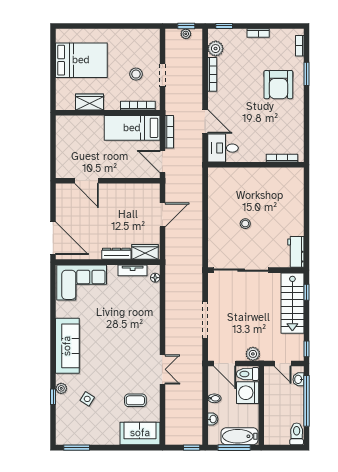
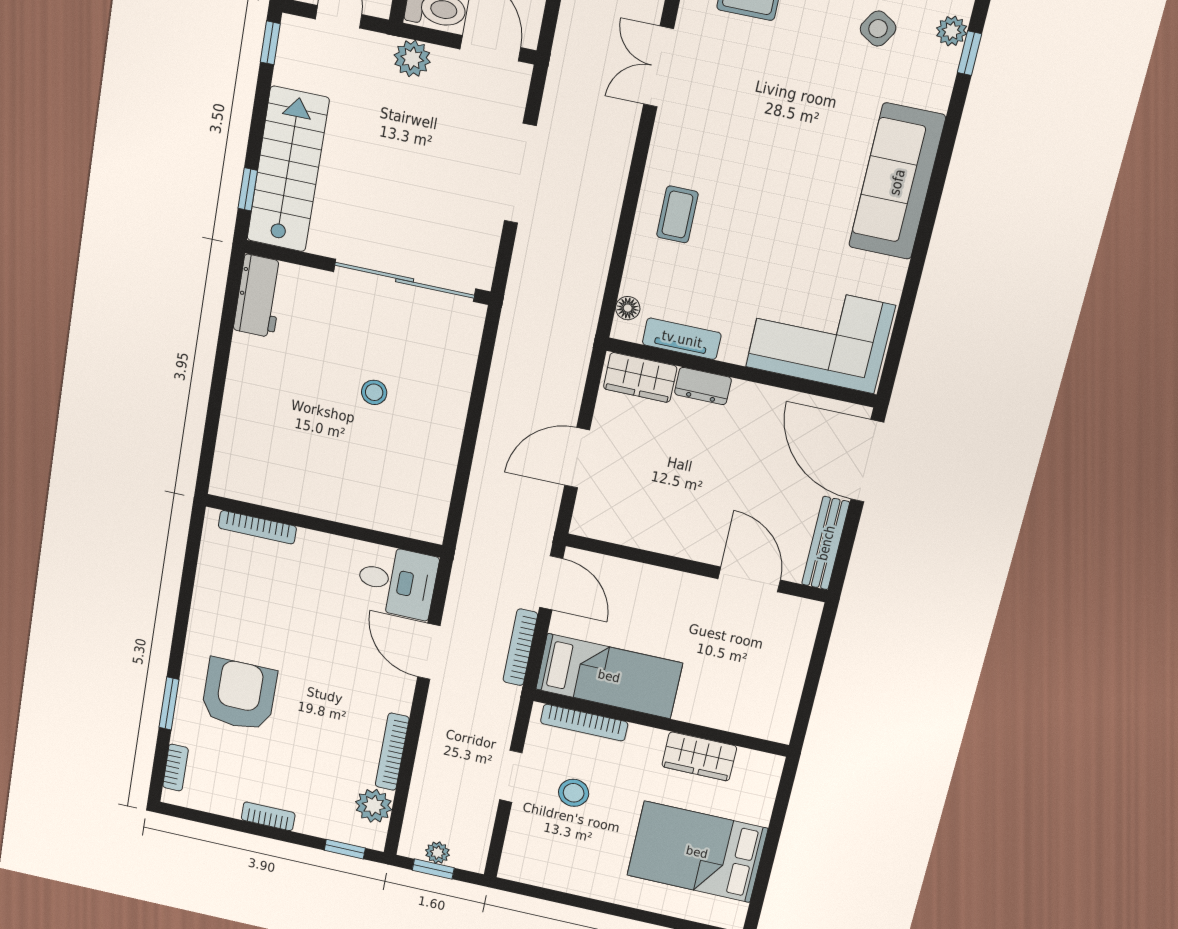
bench: (61, 202) -> (826, 543), added
dresser: (116, 254) -> (703, 386), width x0.70
coffee table: (144, 317) -> (677, 214), added
plant: (61, 388) -> (952, 31), moved

